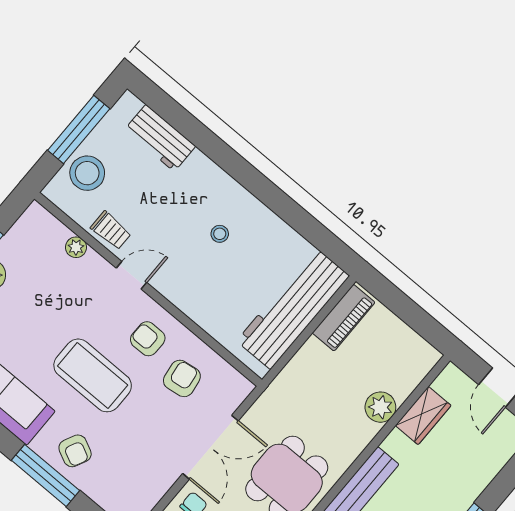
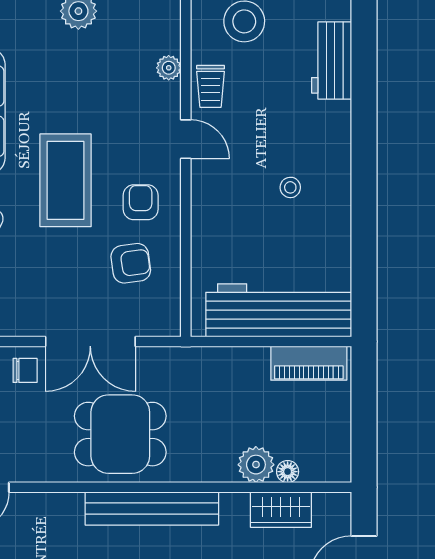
floor lamp: (402, 390) -> (288, 472), added

